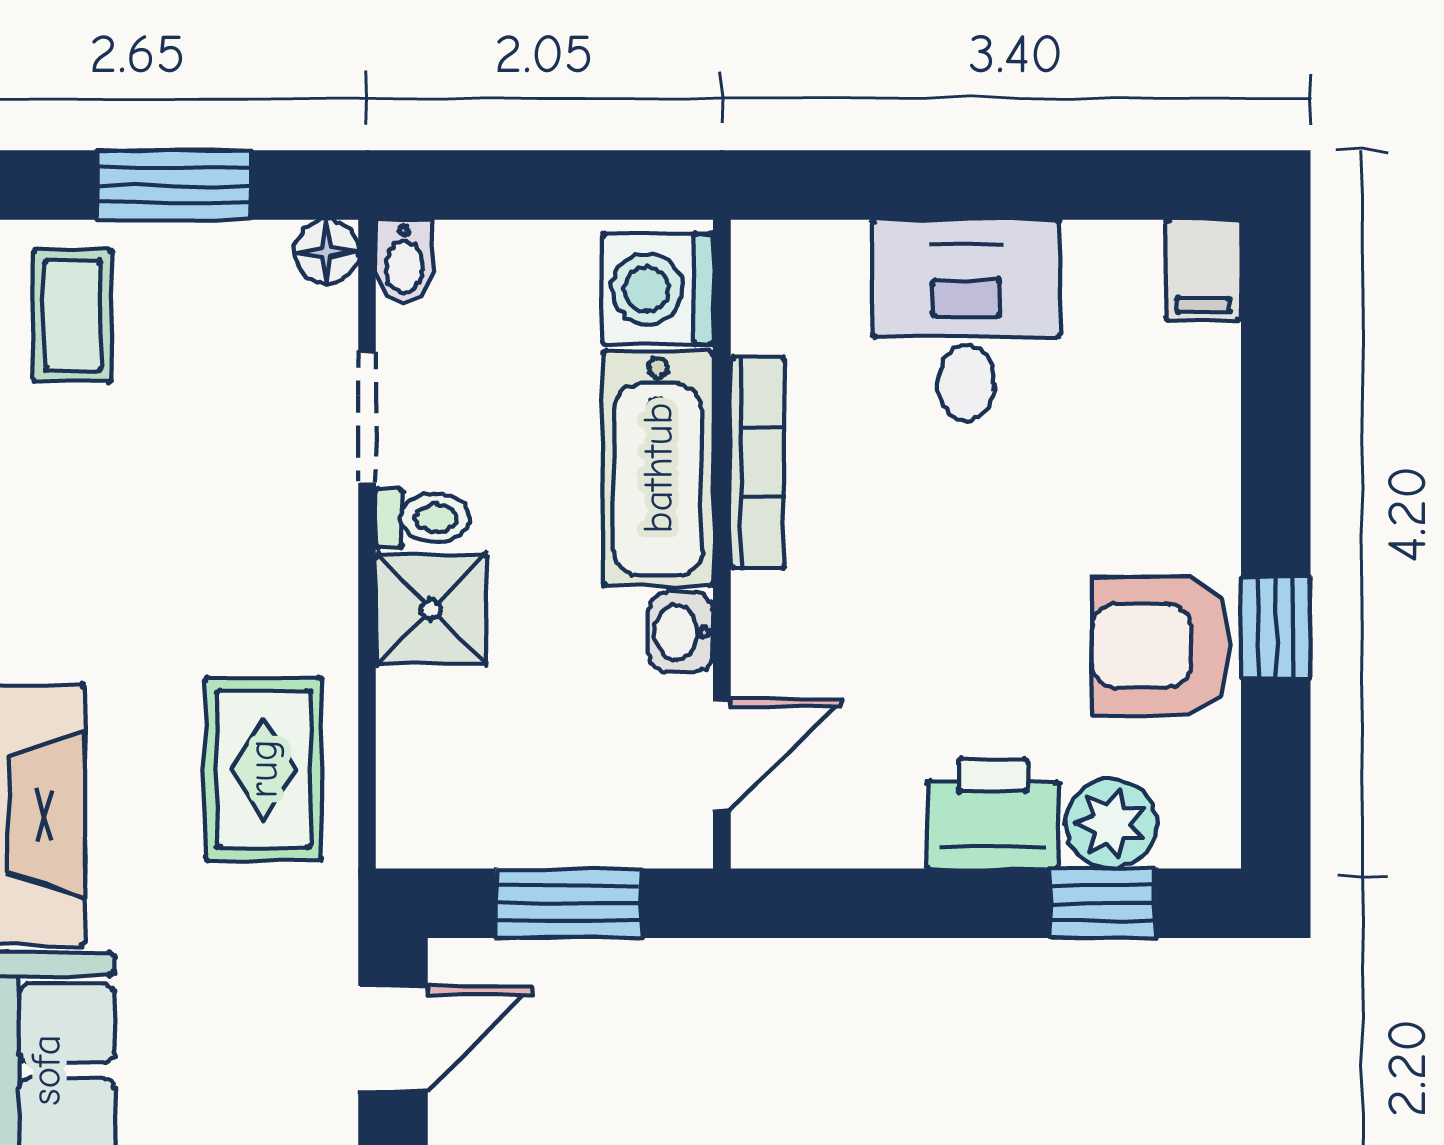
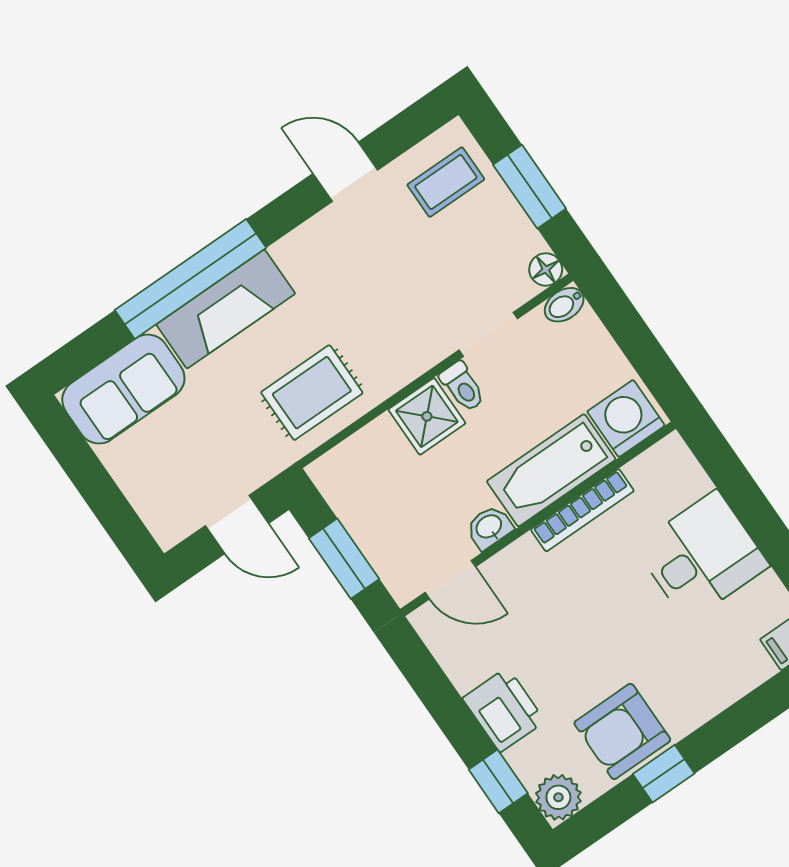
armchair: (1161, 646) -> (622, 731), turned -90
plant: (1111, 824) -> (558, 797), moved

